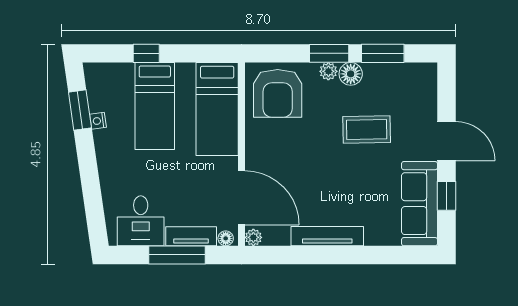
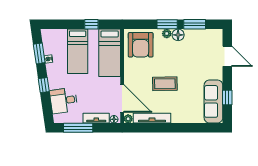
window: (146, 53) -> (91, 24), moved
coffee table: (367, 130) -> (165, 84), moved
door: (447, 141) -> (227, 56), moved
window: (89, 172) -> (44, 85), added
desk: (141, 221) -> (64, 101), moved, turned 82
tv unit: (327, 236) -> (152, 118), moved
window: (177, 255) -> (78, 128), moved

